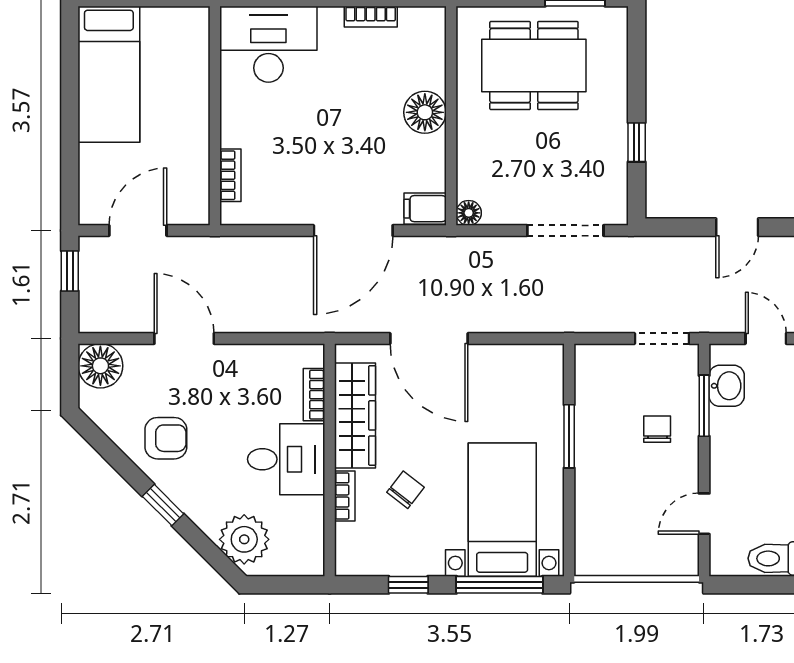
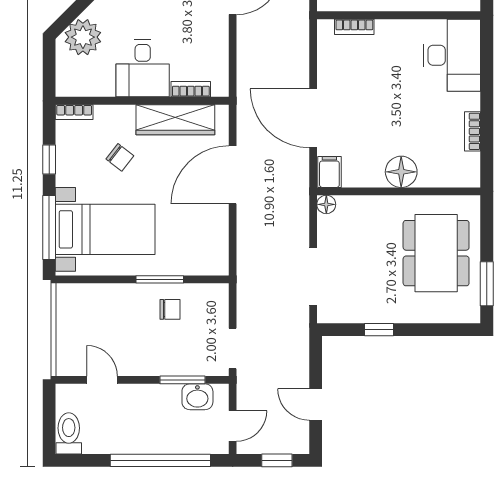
chair: (657, 429) -> (170, 309), moved
bookcase: (345, 496) -> (74, 112), moved

